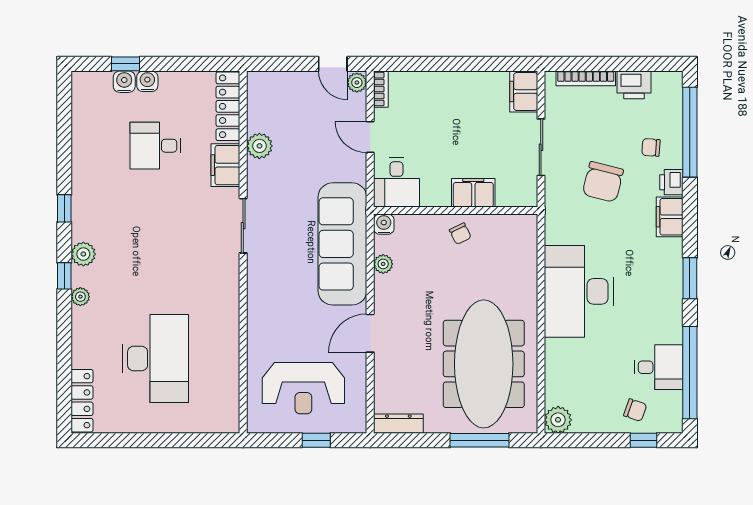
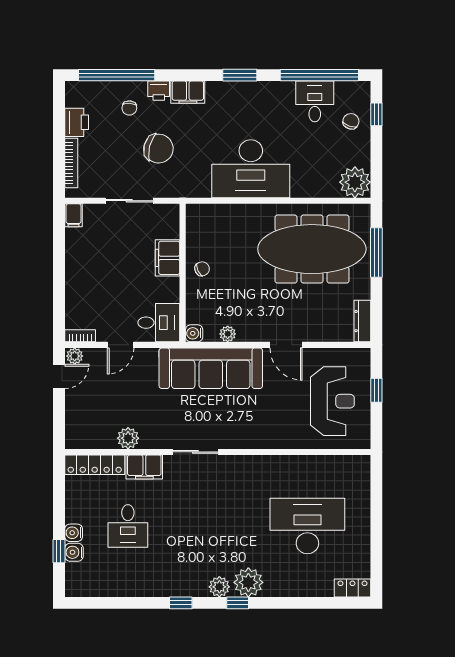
filing cabinet: (524, 91) -> (73, 215), width x0.50
plant: (80, 297) -> (248, 582), width x1.87, depth x1.87
locker: (82, 401) -> (352, 588), width x0.66
plant: (558, 420) -> (355, 182), width x1.36, depth x1.36

